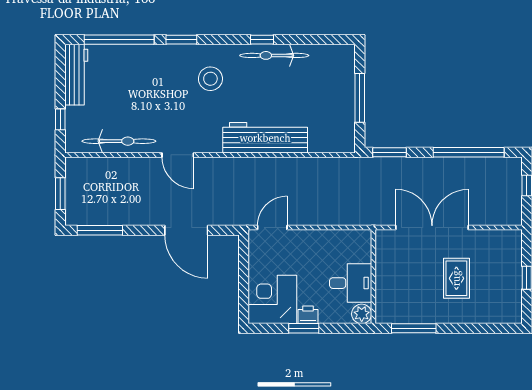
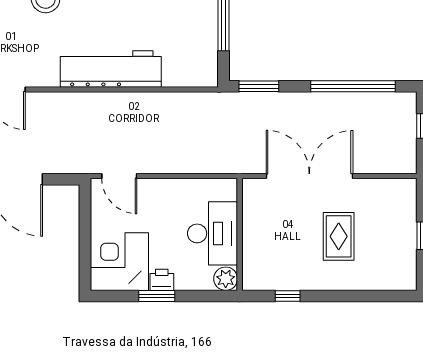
door: (272, 228) -> (119, 176), swing flipped
desk: (351, 283) -> (213, 233), width x1.37
window: (414, 328) -> (288, 296), width x0.46

